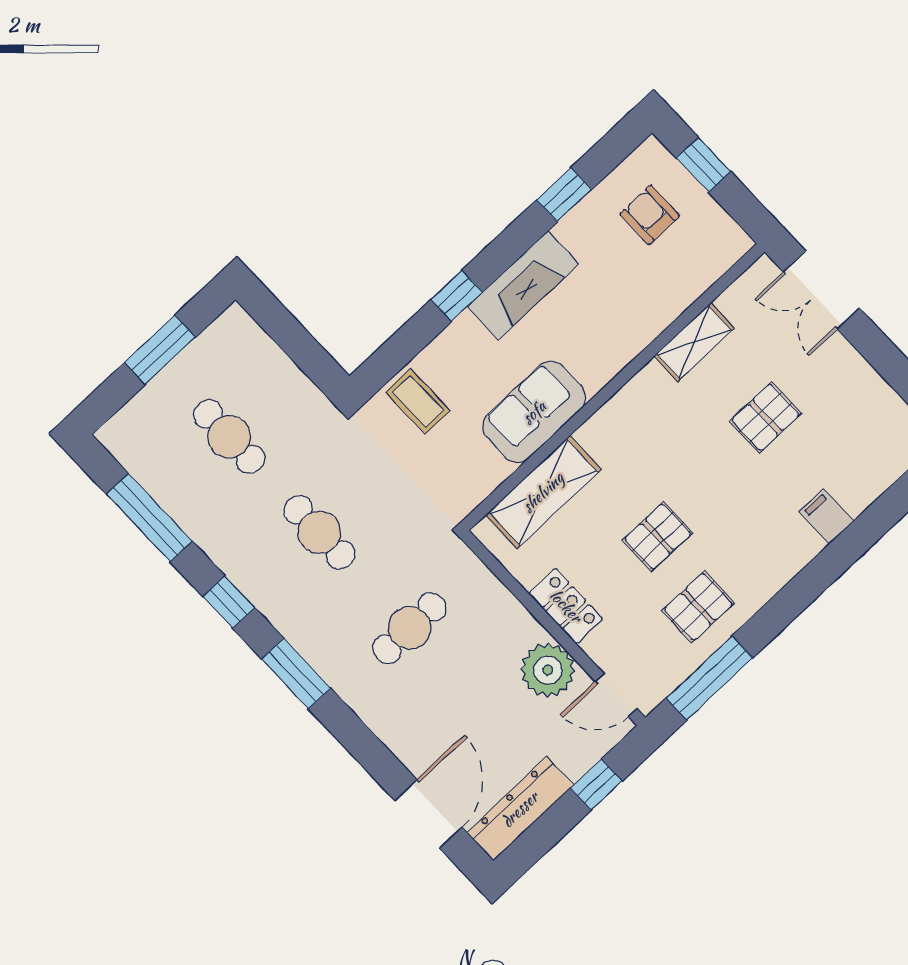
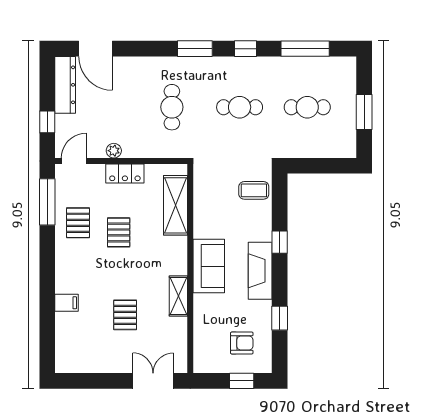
shelving: (694, 342) -> (178, 296), moved
sofa: (534, 412) -> (209, 266), moved
plant: (548, 670) -> (114, 151), width x0.53, depth x0.53

